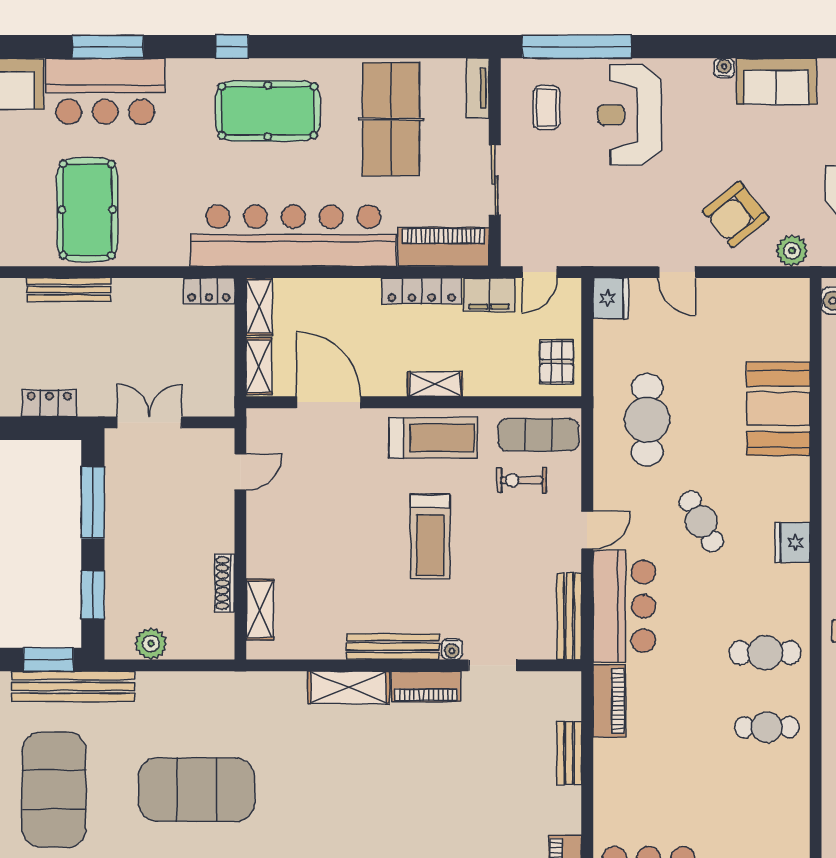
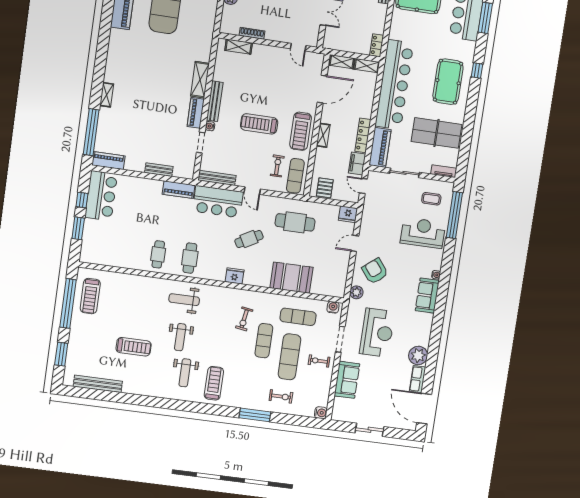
pallet: (557, 362) -> (325, 188), turned 90

